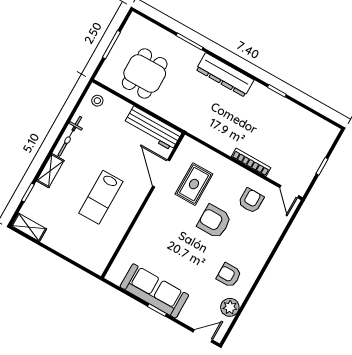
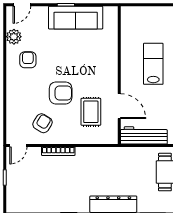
door: (289, 192) -> (18, 146), swing flipped
armchair: (251, 201) -> (42, 123), turned -148
armchair: (229, 275) -> (28, 60), turned -90

